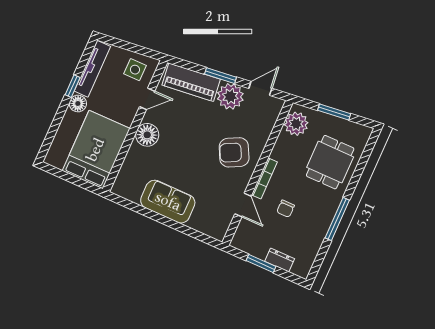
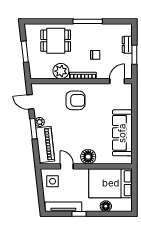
plant: (230, 96) -> (40, 122), width x0.53, depth x0.53
floor lamp: (78, 104) -> (106, 206), moved
plant: (296, 124) -> (61, 71), moved
armchair: (234, 152) -> (75, 100), turned -63
sofa: (168, 202) -> (122, 133), width x1.36
door: (243, 205) -> (117, 81), moved

